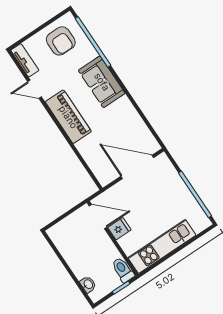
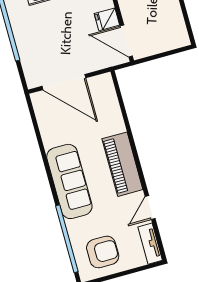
armchair: (61, 41) -> (103, 252), turned 90
sofa: (102, 82) -> (69, 181), width x1.36
door: (35, 89) -> (150, 208), swing flipped

